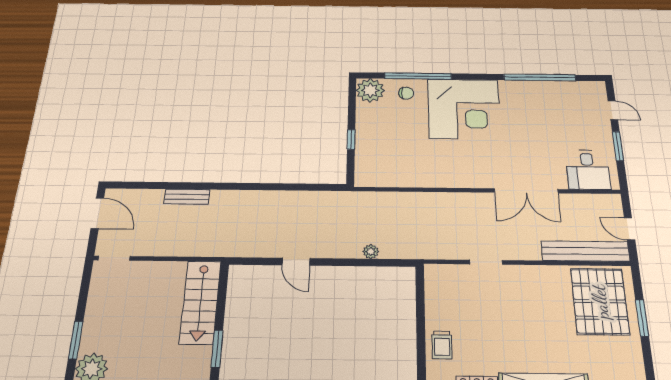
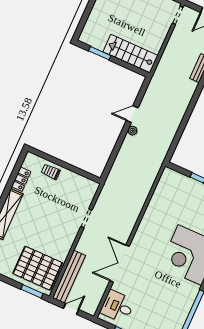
plant: (371, 252) -> (133, 131), moved
window: (642, 318) -> (32, 291), moved

